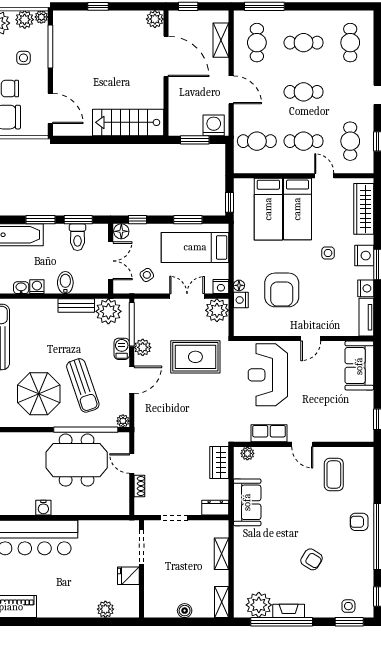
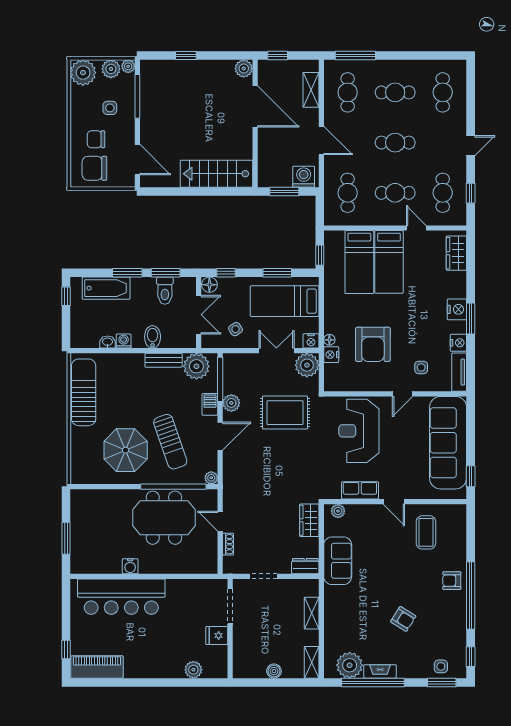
cafe table: (257, 141) -> (348, 193), turned 90
wardrobe: (364, 209) -> (456, 253), width x0.67
side table: (328, 253) -> (421, 367), moved
sofa: (359, 366) -> (448, 443), width x1.85, depth x1.27

